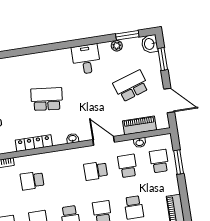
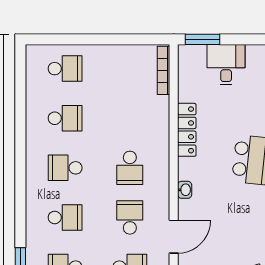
school desk: (32, 181) -> (130, 168), moved, turned 180

